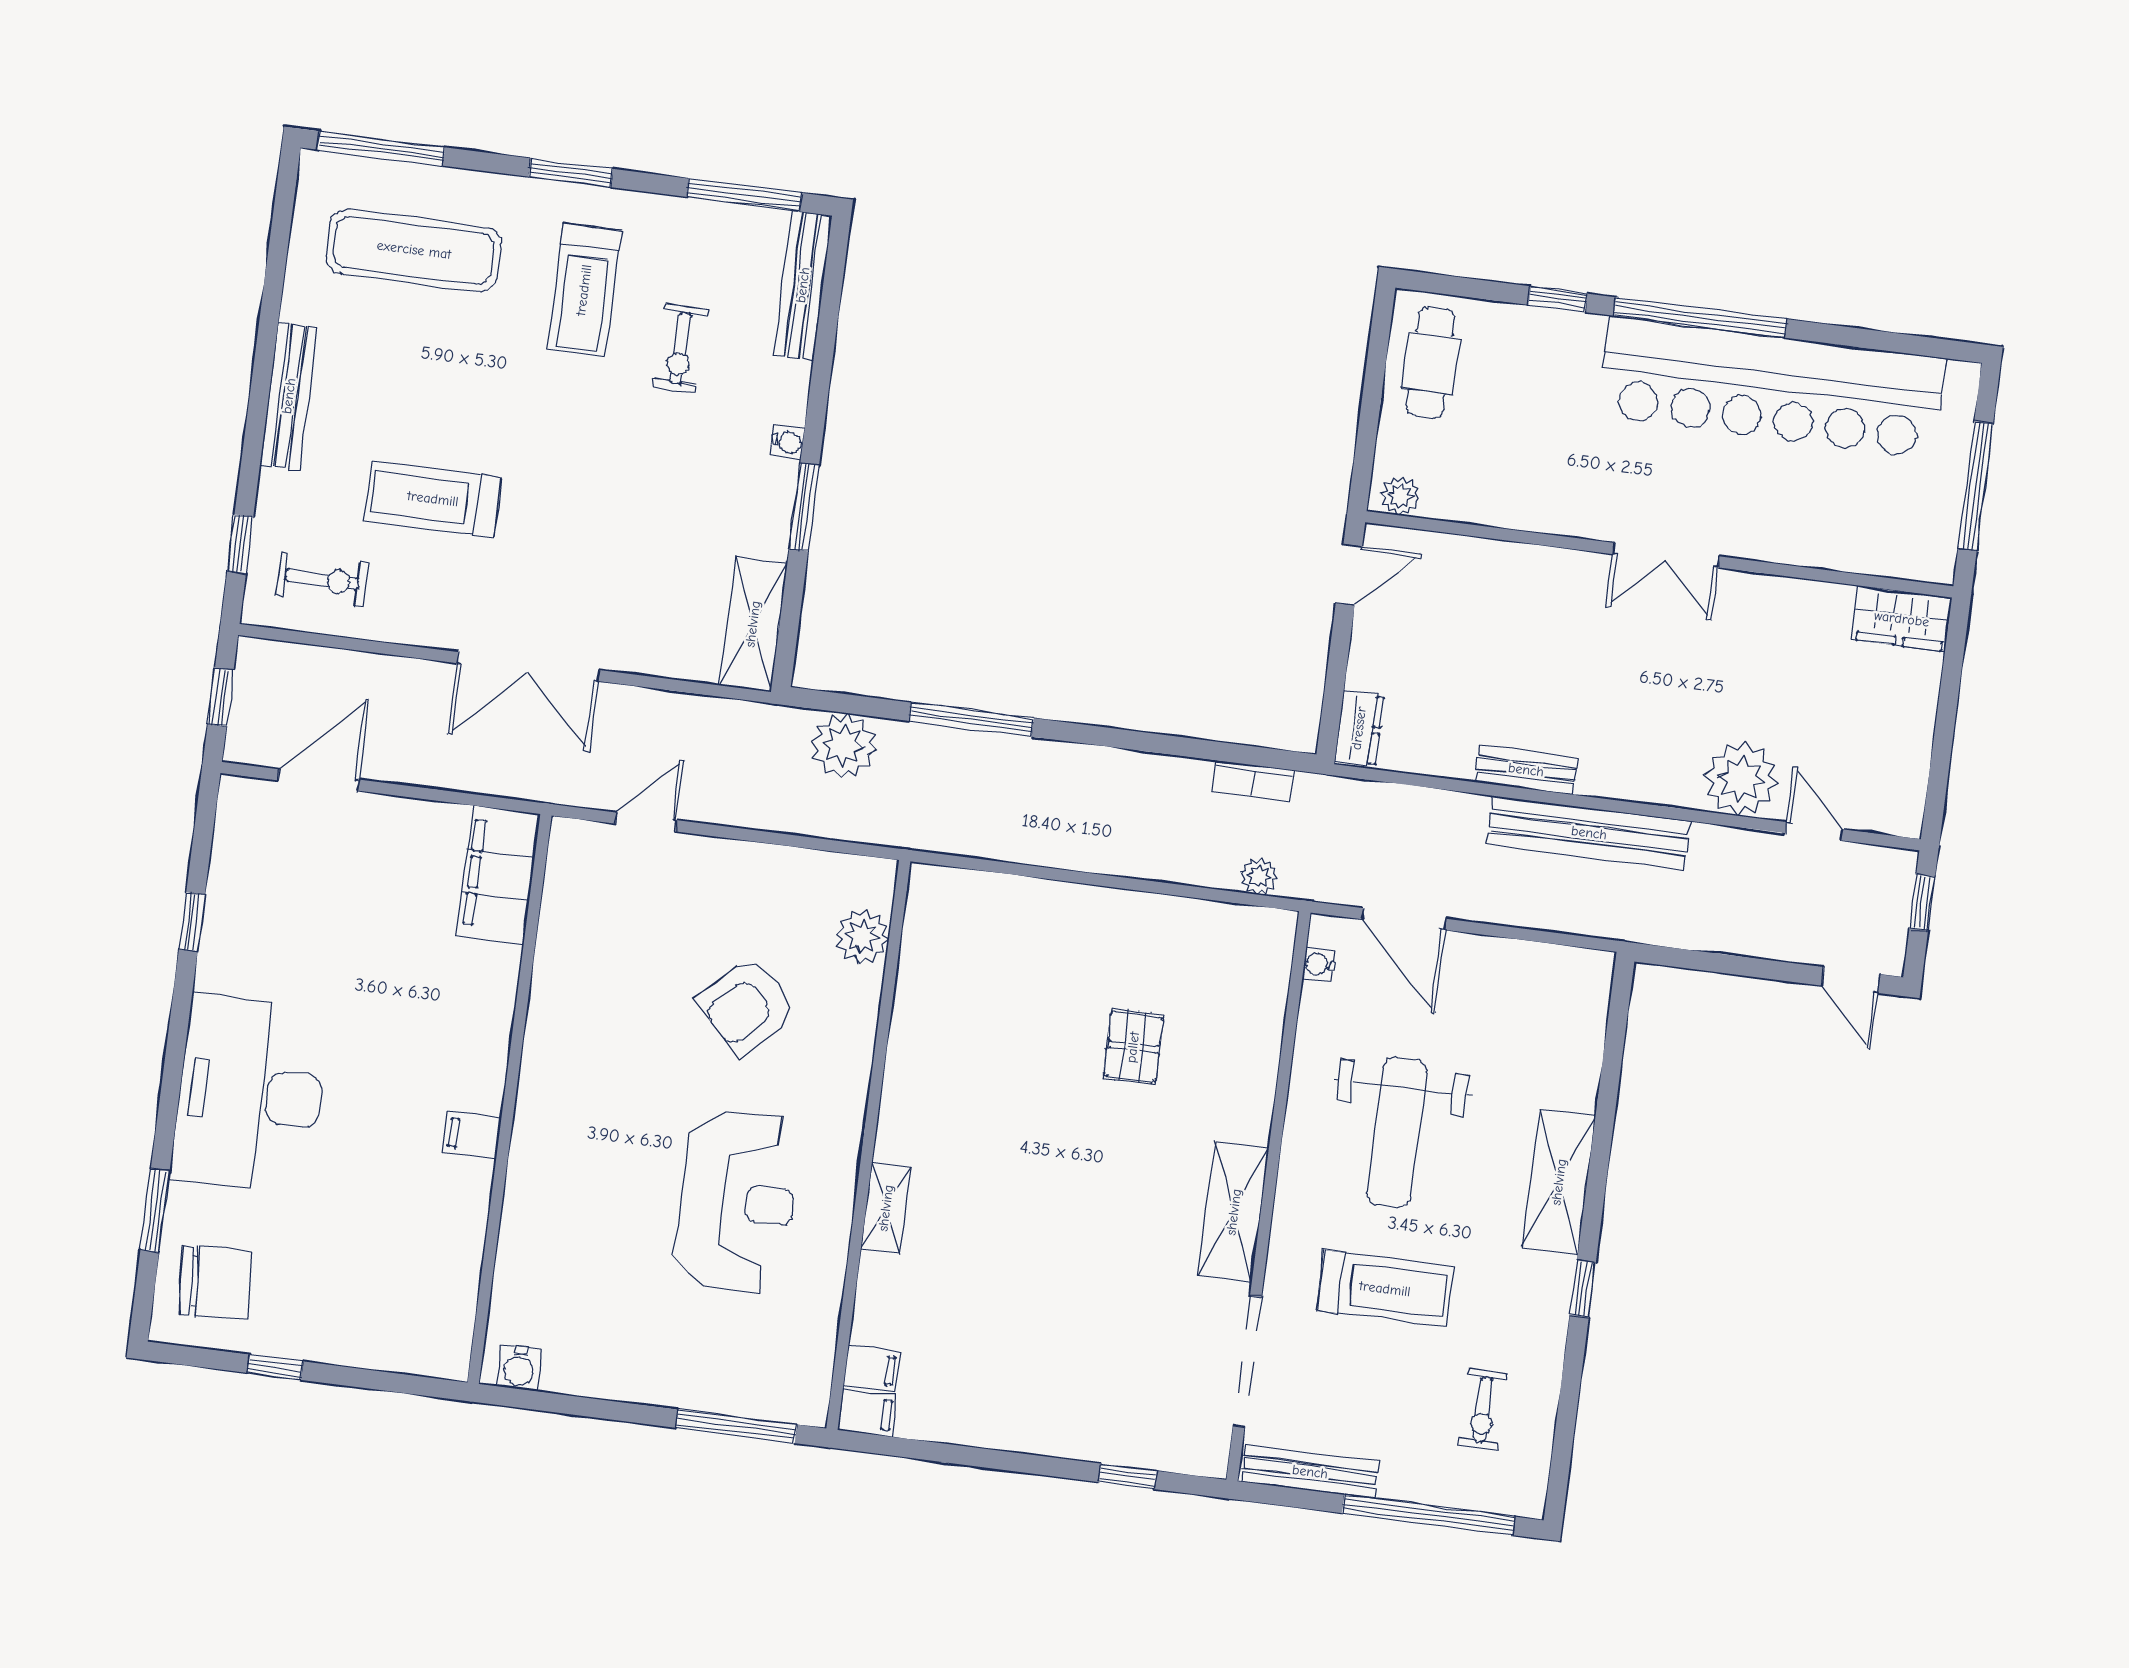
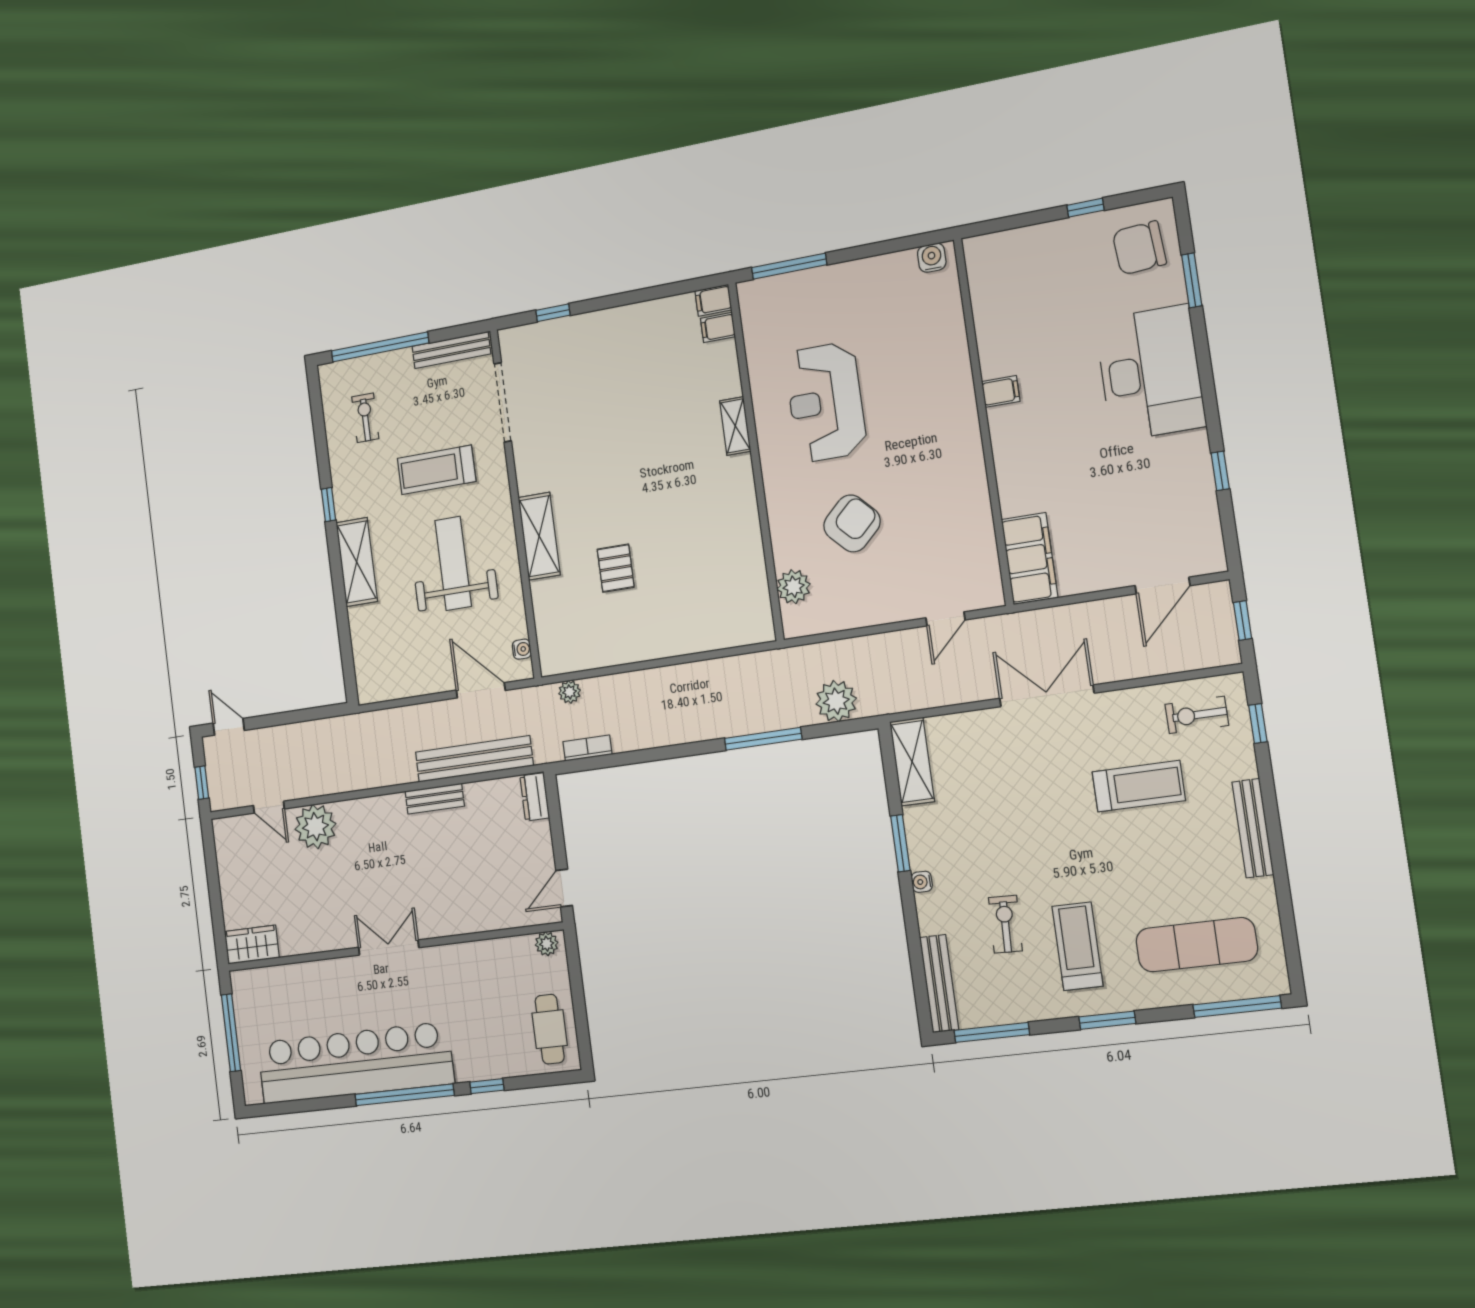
bench: (1589, 833) -> (474, 759), moved
shelving: (1234, 1212) -> (539, 536), moved

